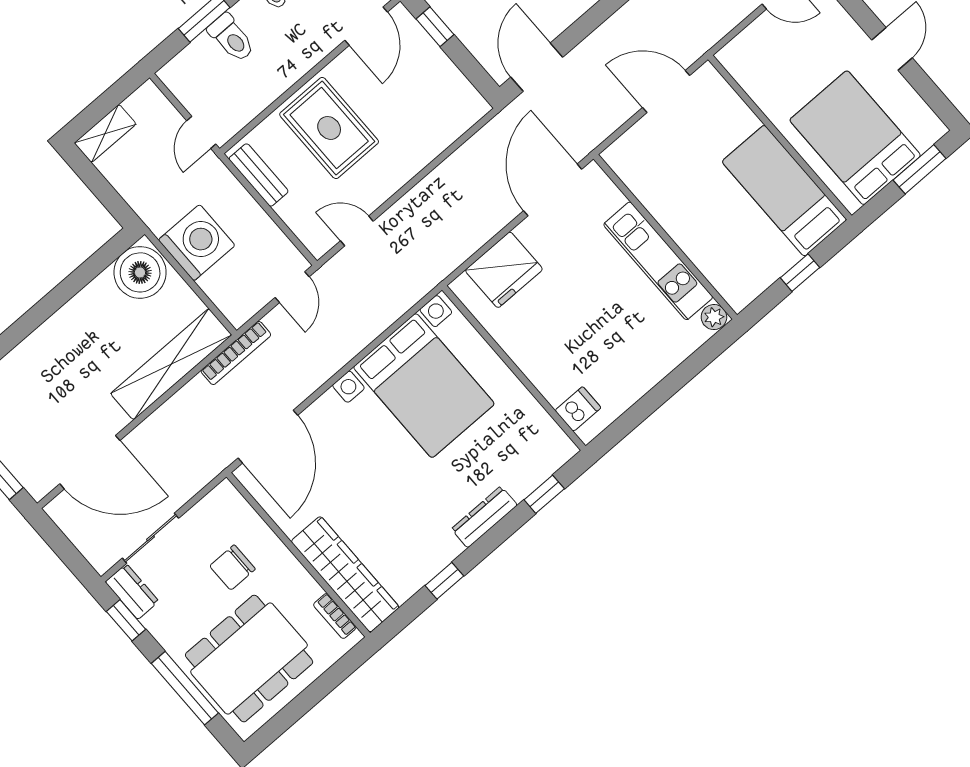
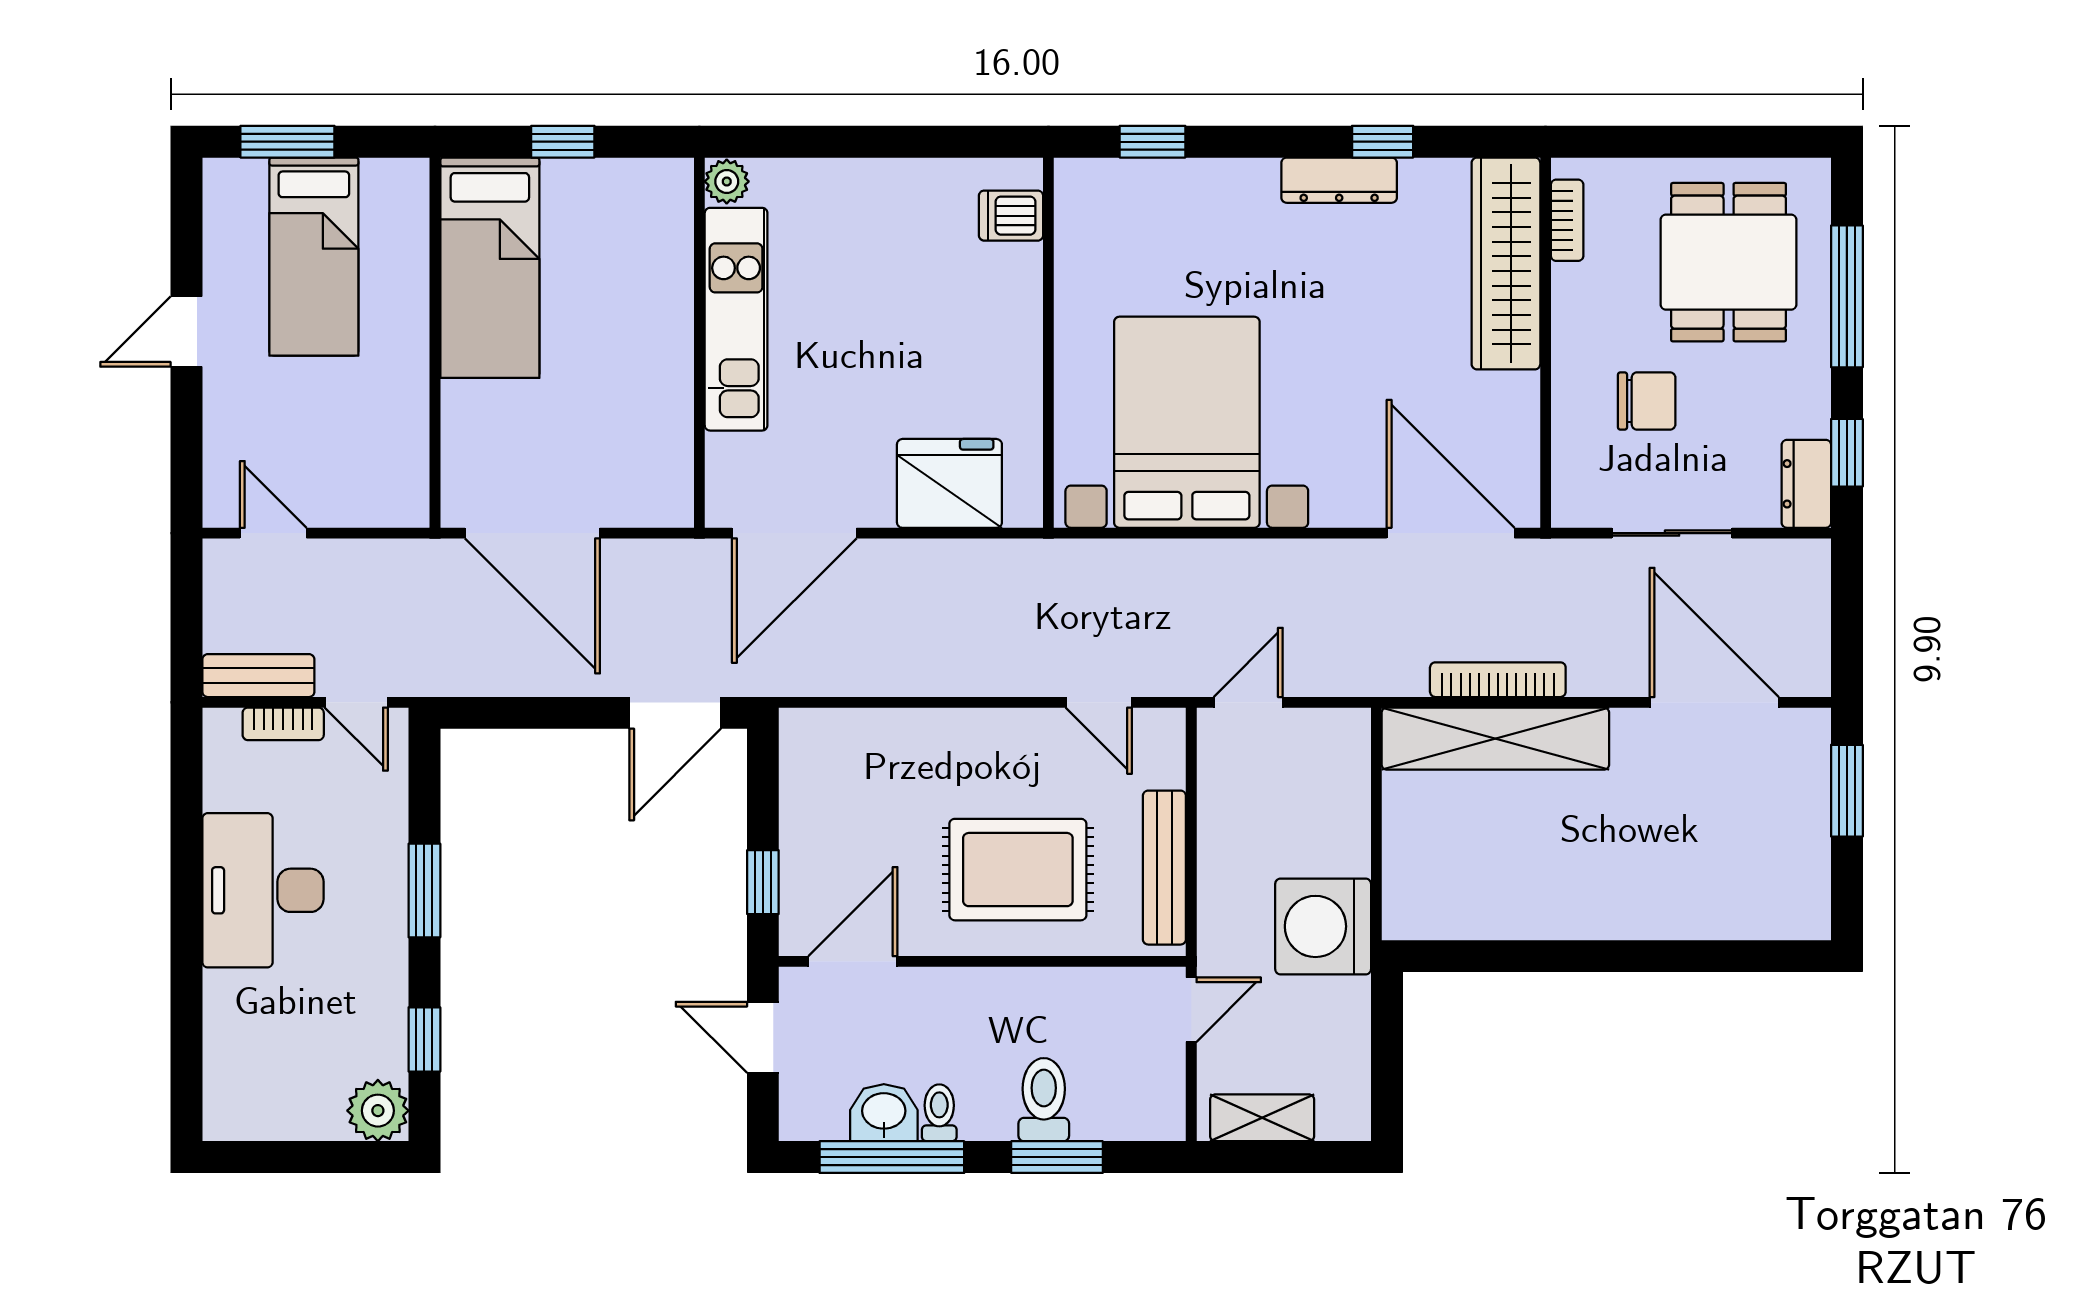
door: (666, 92) -> (532, 533), width x1.36
rug: (329, 128) -> (1018, 870), turned 90
shelving: (105, 133) -> (1262, 1118), moved
bed: (855, 138) -> (314, 257), width x0.67
bench: (259, 175) -> (1164, 868), width x1.36
washing machine: (197, 243) -> (1323, 926), moved
boiler: (140, 272) -> (1432, 895), removed
bookcase: (236, 353) -> (1498, 680), moved
door: (268, 437) -> (1451, 533), hinge flipped
dresser: (484, 517) -> (1339, 180), moved
sliding door: (150, 538) -> (1672, 533), moved
dining table: (249, 659) -> (1729, 262), width x0.73

